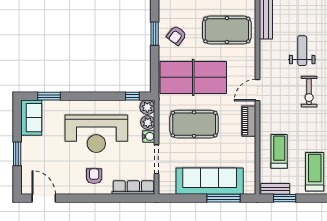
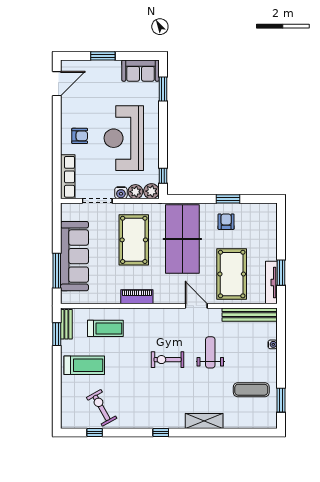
armchair: (177, 35) -> (226, 222), turned 53
weight bench: (302, 51) -> (210, 352), turned -90
door: (257, 90) -> (196, 306), moved

